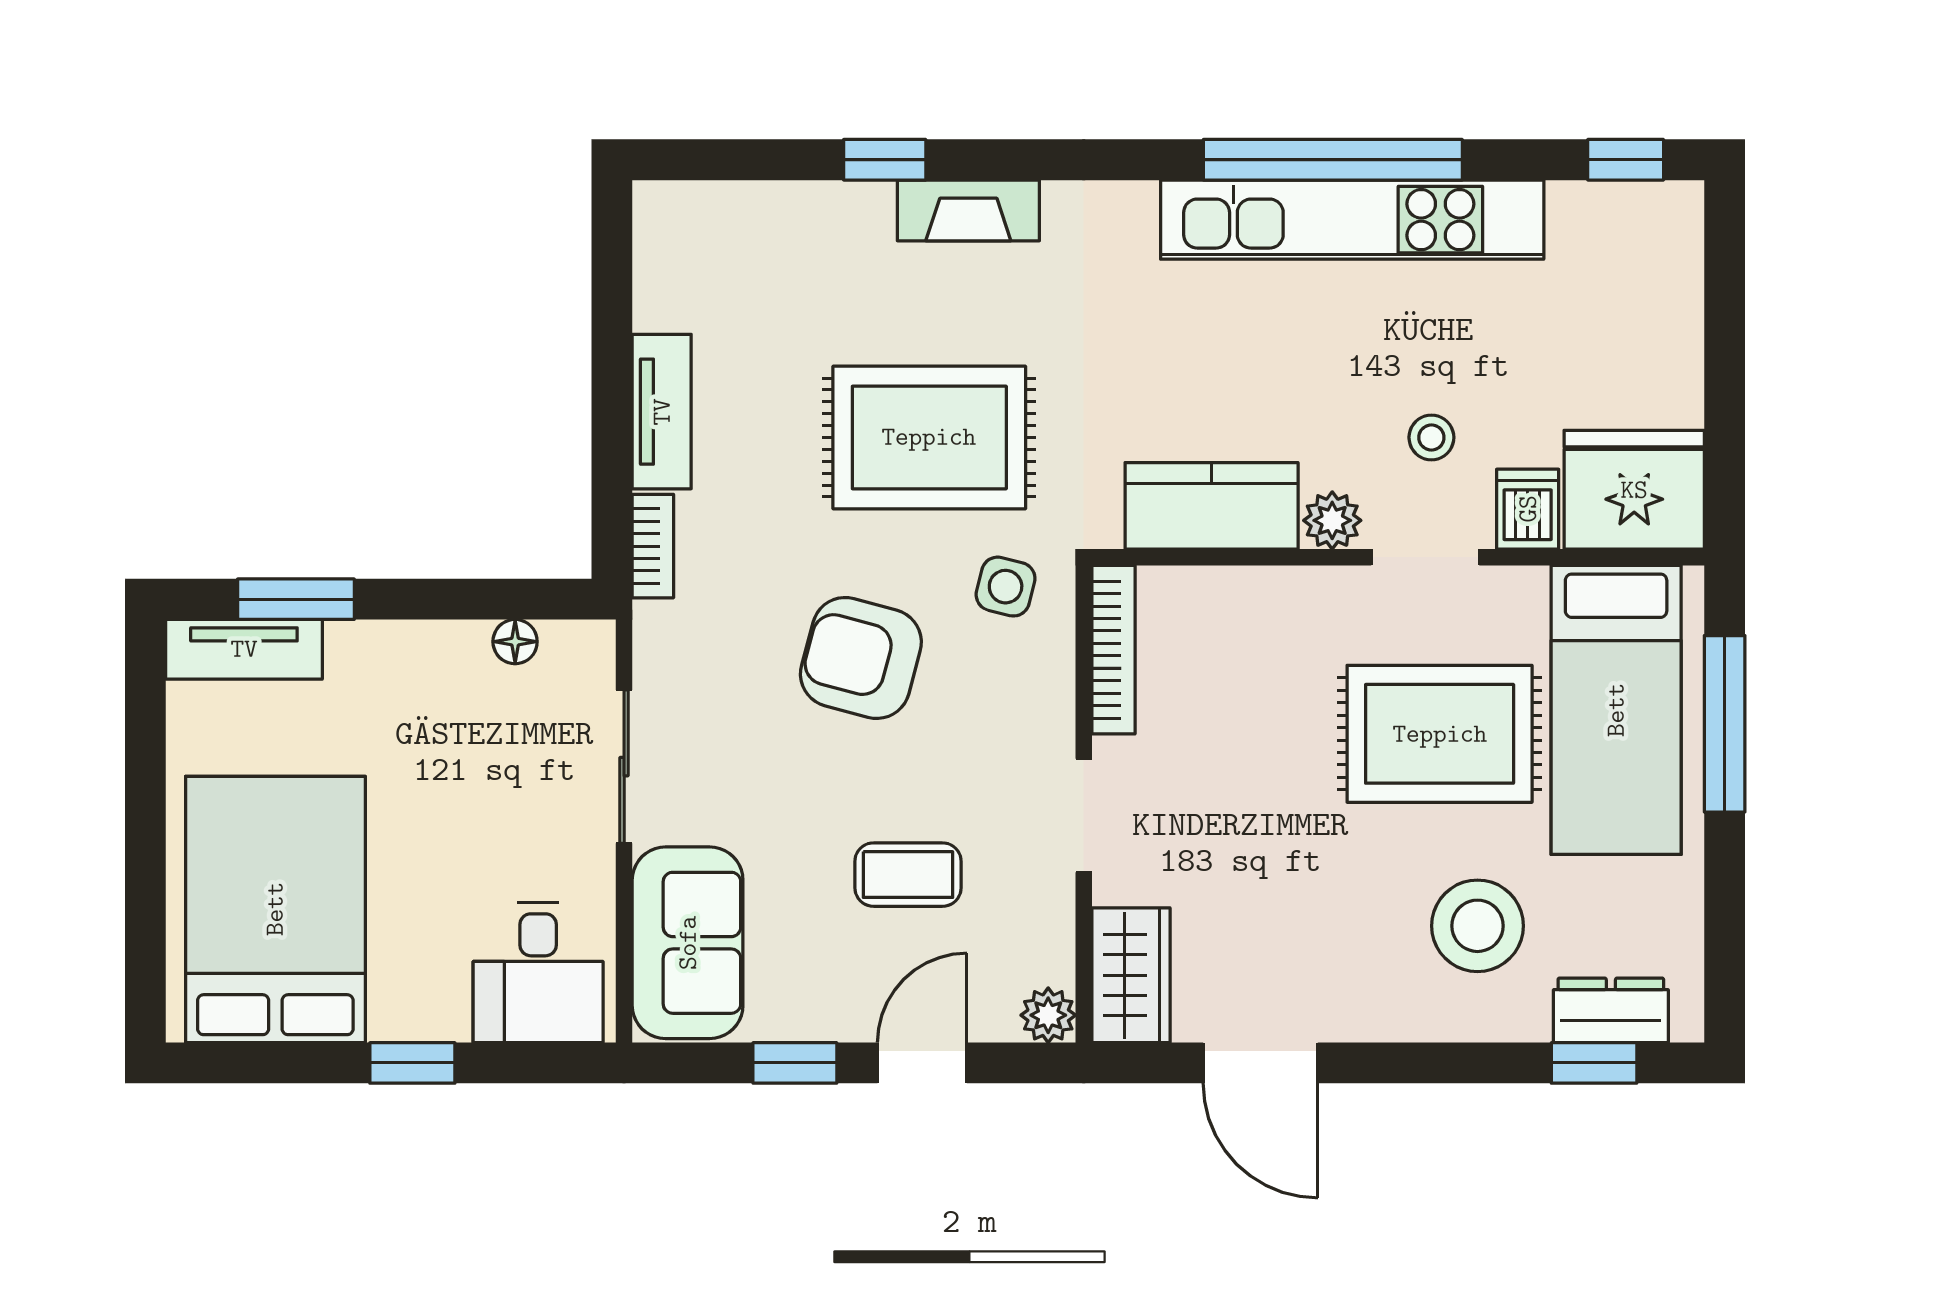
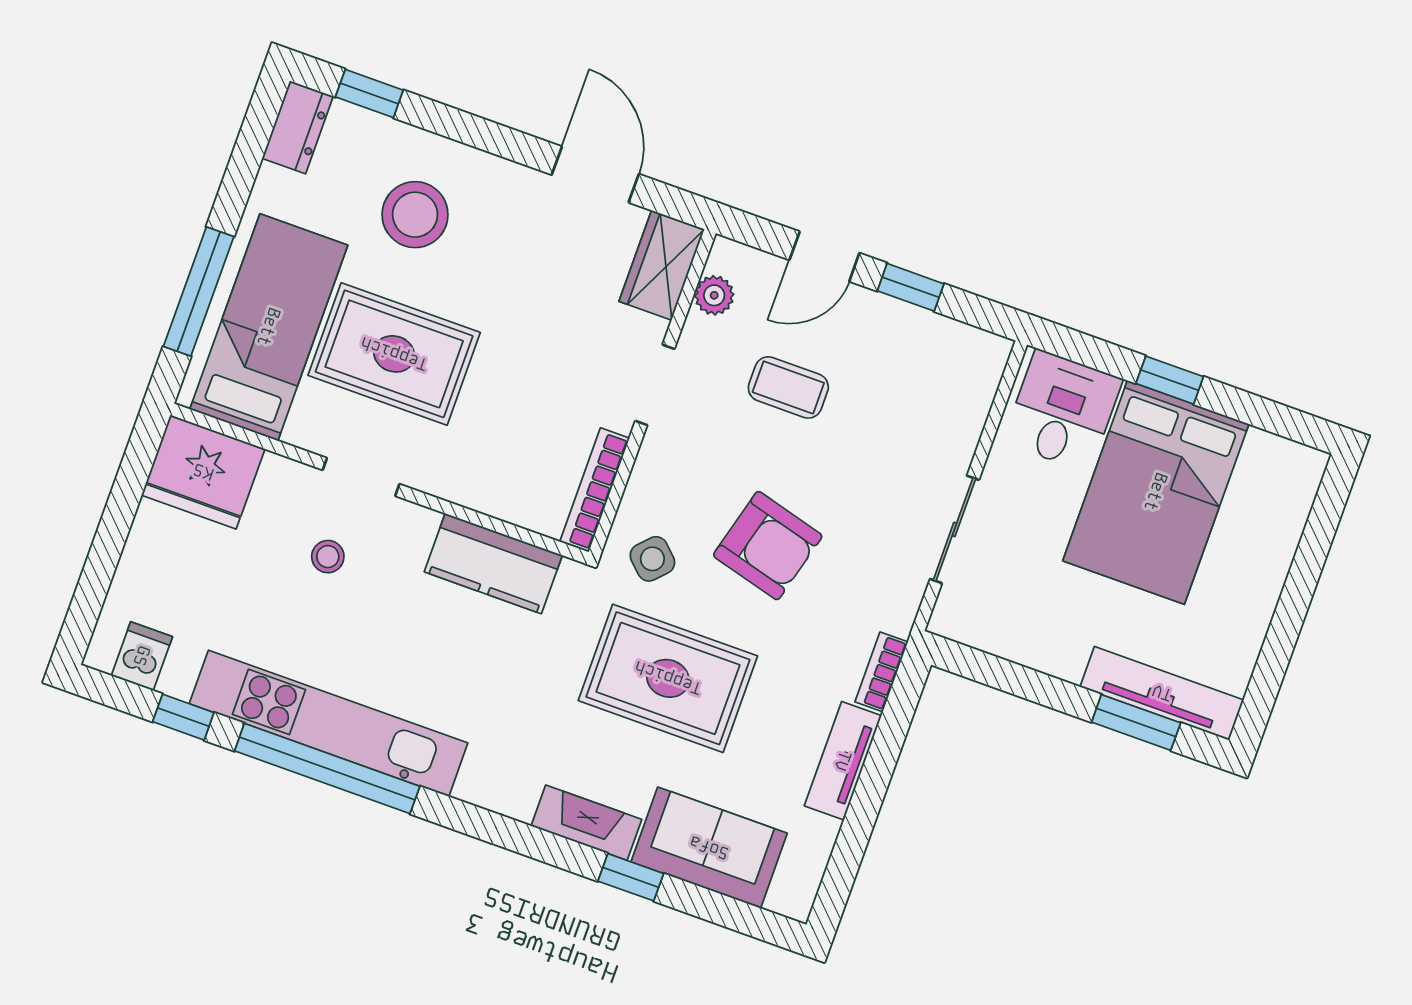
window: (1626, 160) -> (183, 717), moved
dishwasher: (1528, 509) -> (142, 656), moved, turned 180
plant: (1332, 520) -> (415, 524), removed
side table: (1006, 587) -> (652, 559), turned 30
floor lamp: (515, 642) -> (998, 641), removed
tv unit: (244, 649) -> (1162, 693), width x1.41
bed: (275, 909) -> (1156, 492), moved
sofa: (688, 943) -> (709, 848), moved, turned 90
dresser: (1611, 1010) -> (298, 127), moved, turned -90
plant: (1048, 1015) -> (714, 295), moved

